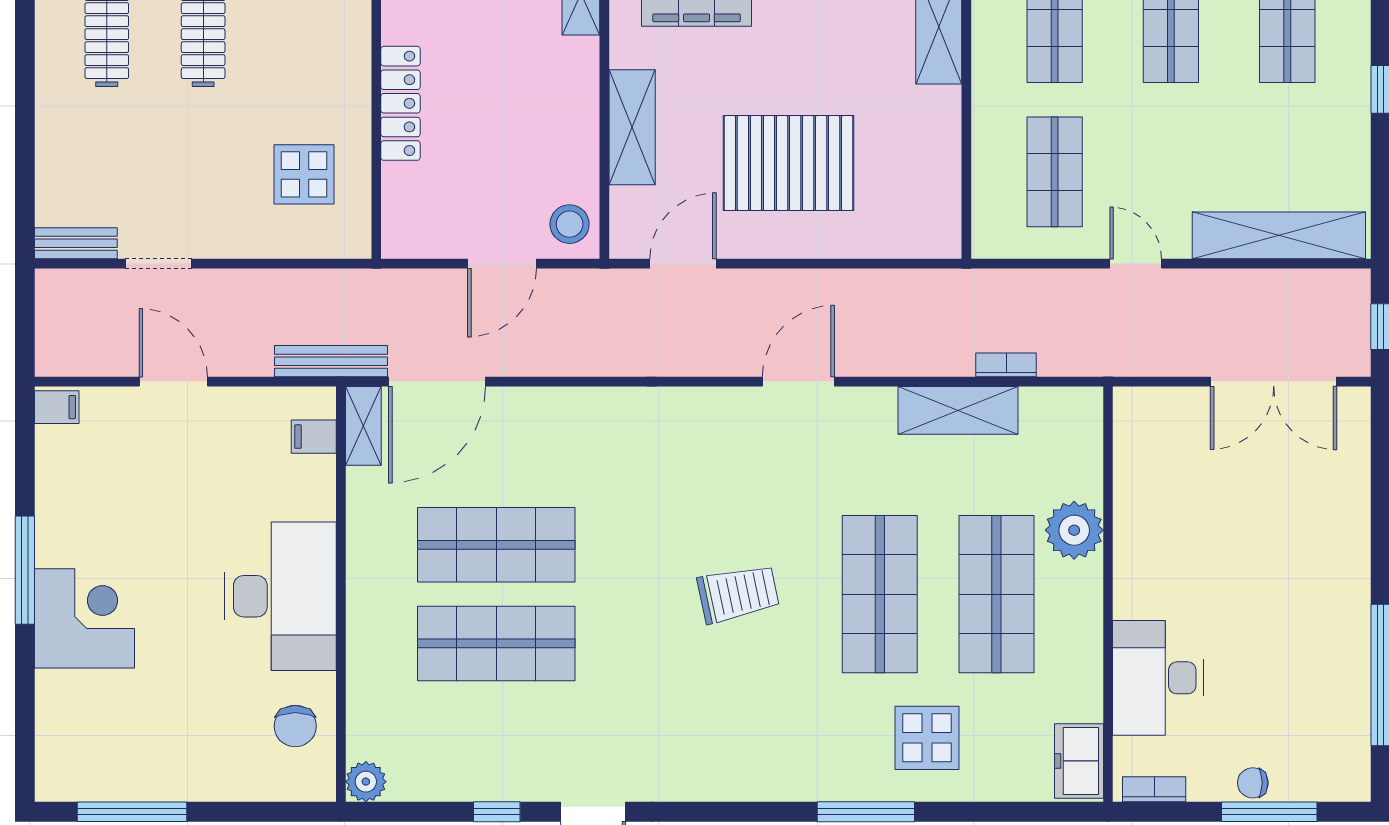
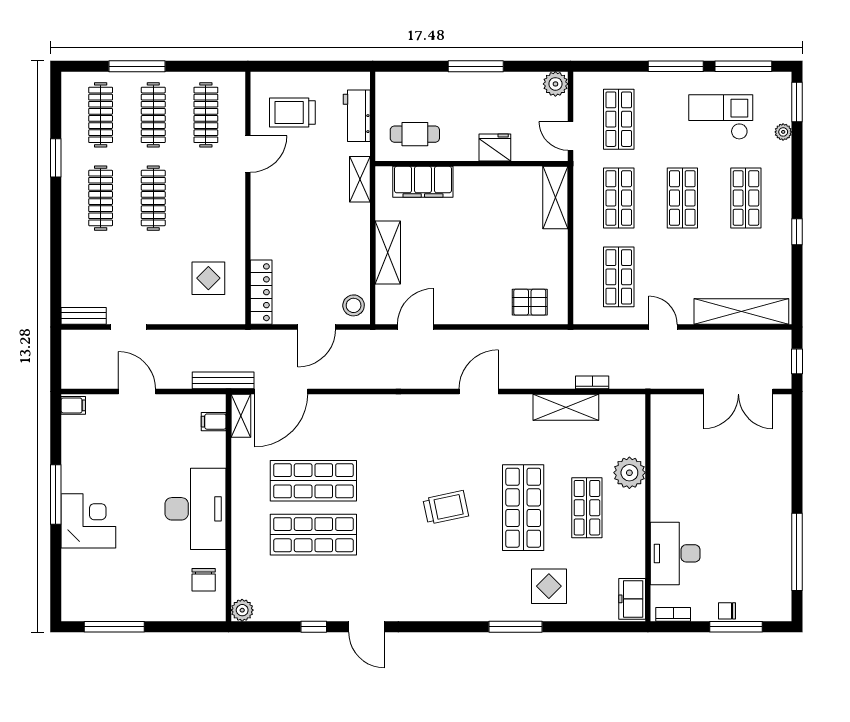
locker: (400, 103) -> (261, 292), moved
pallet: (789, 163) -> (530, 302), moved, width x0.49, depth x0.50
shop shelf: (996, 594) -> (587, 508), width x0.70, depth x0.74

